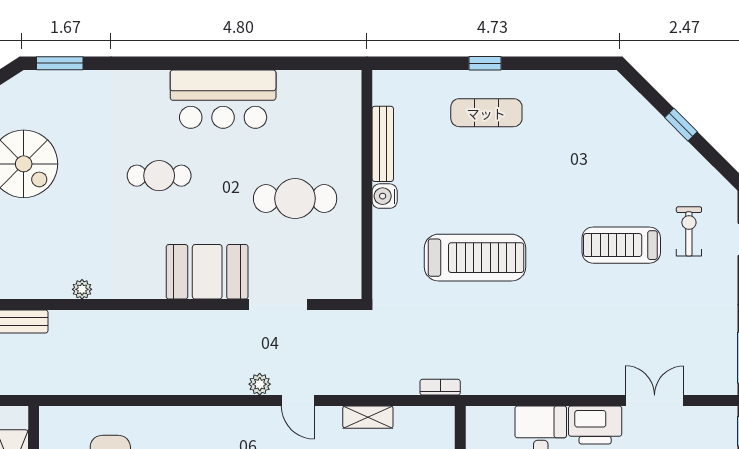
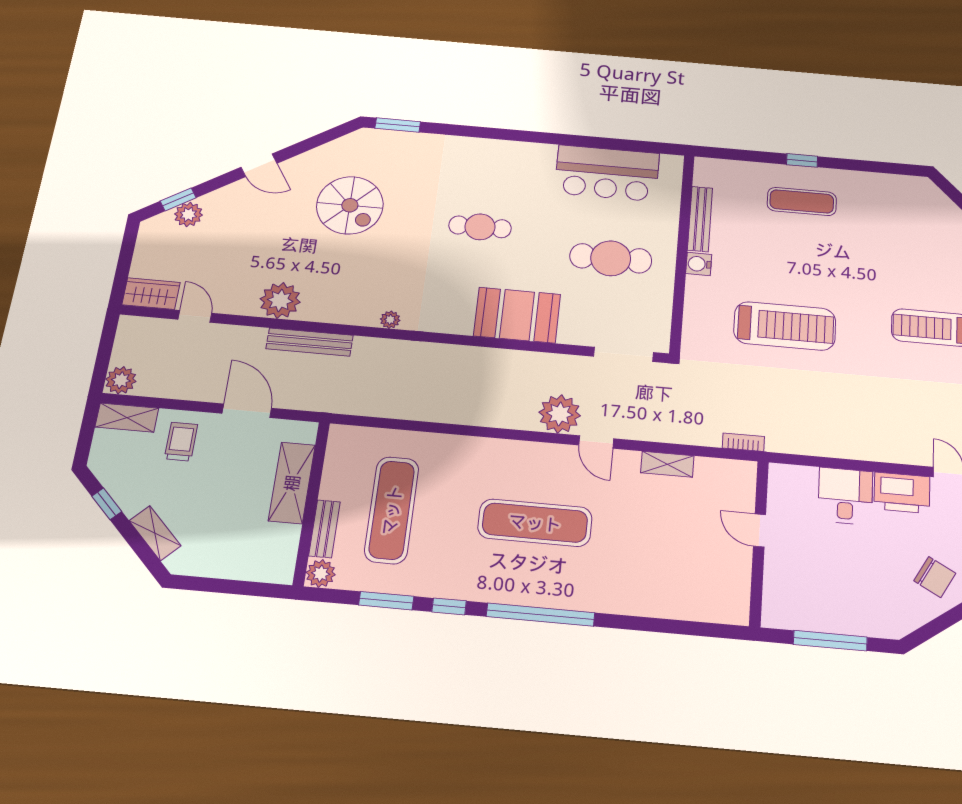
bar counter: (223, 99) -> (607, 173), moved
doorway: (278, 305) -> (623, 354), moved
plant: (260, 384) -> (560, 414), width x1.88, depth x1.88

